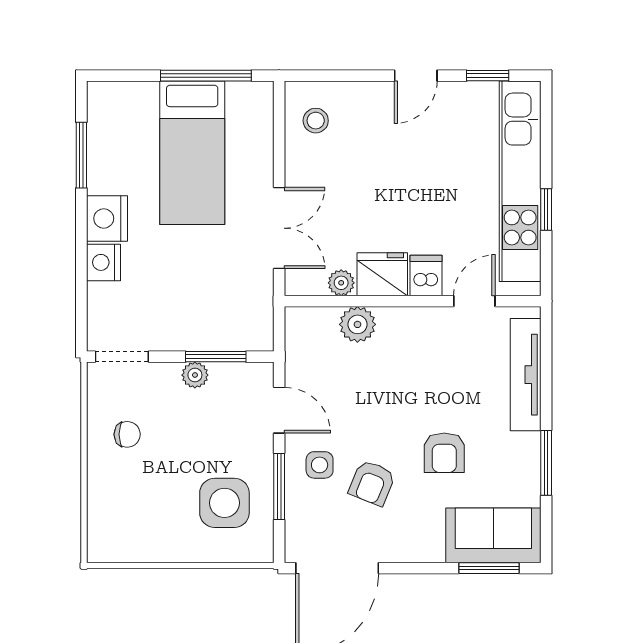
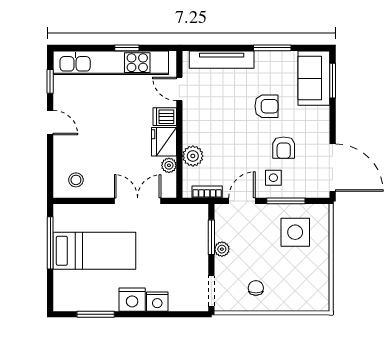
bookcase: (295, 349) -> (207, 192), added
armchair: (372, 483) -> (284, 148), turned 68

